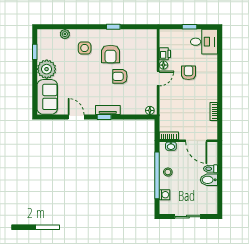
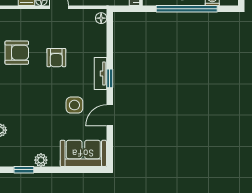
side table: (85, 48) -> (74, 105), moved
armchair: (111, 54) -> (17, 53), moved
plant: (47, 69) -> (41, 160), width x0.53, depth x0.53

